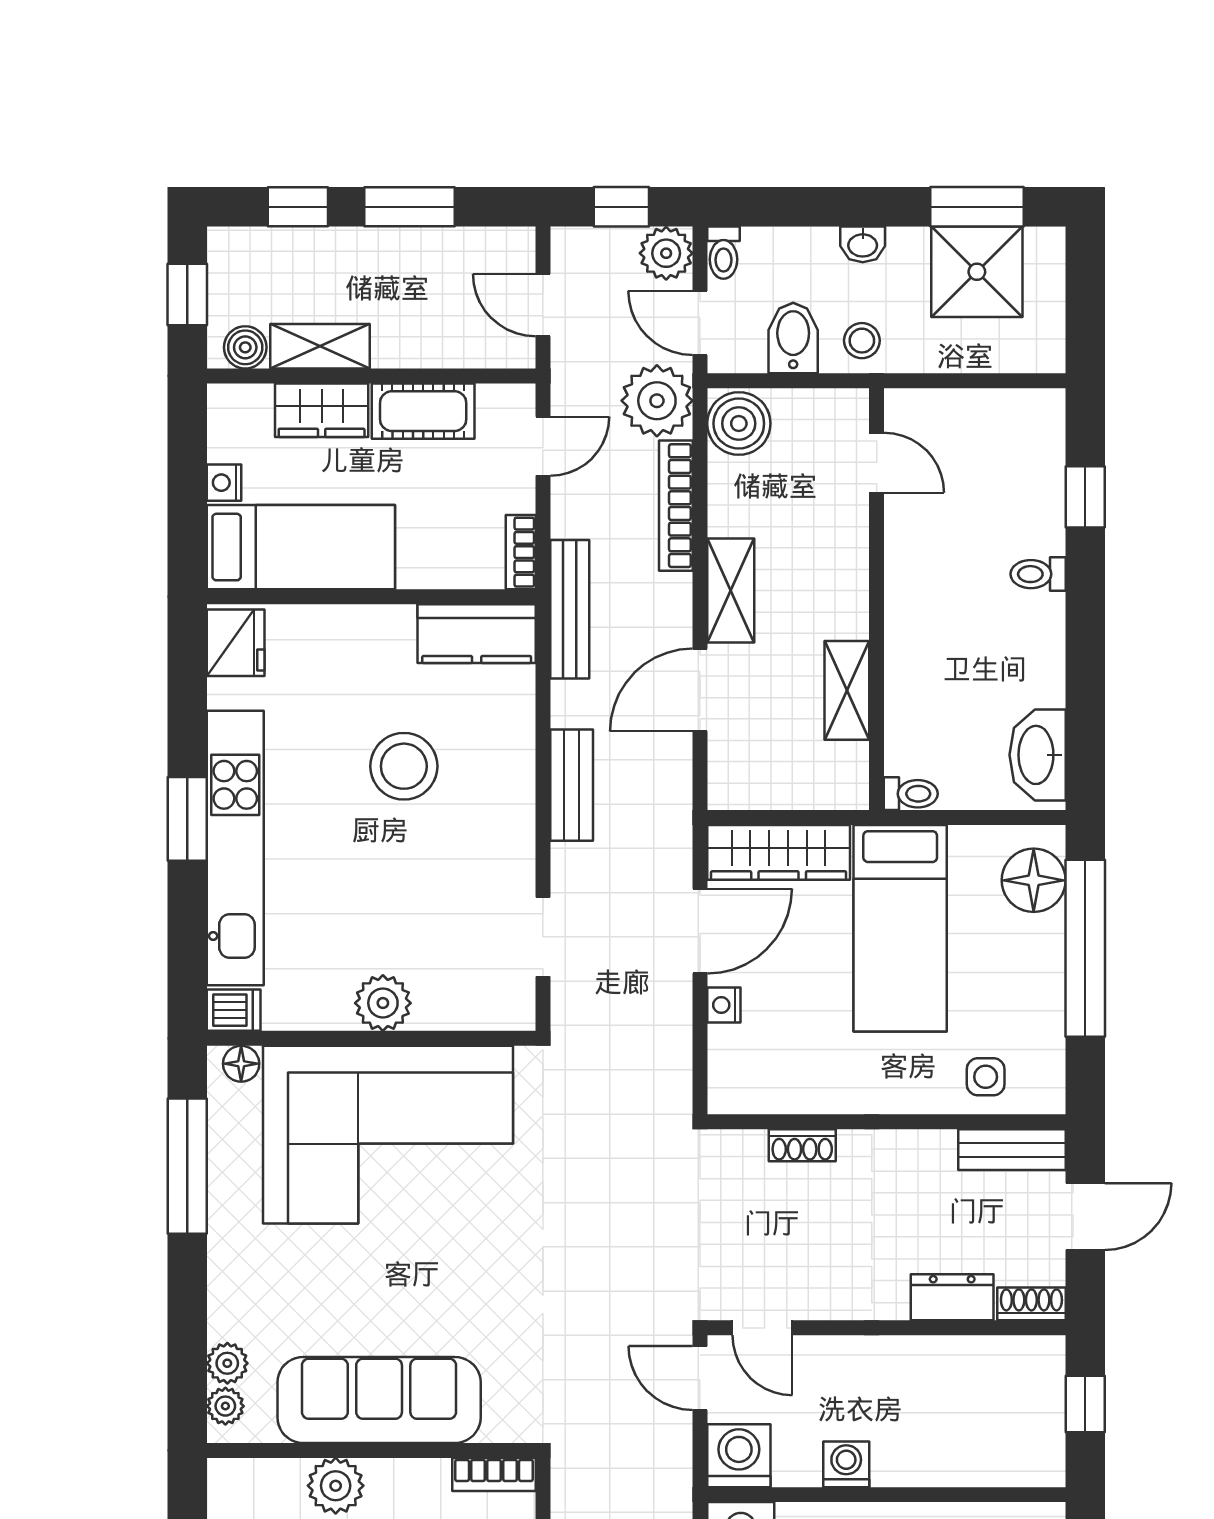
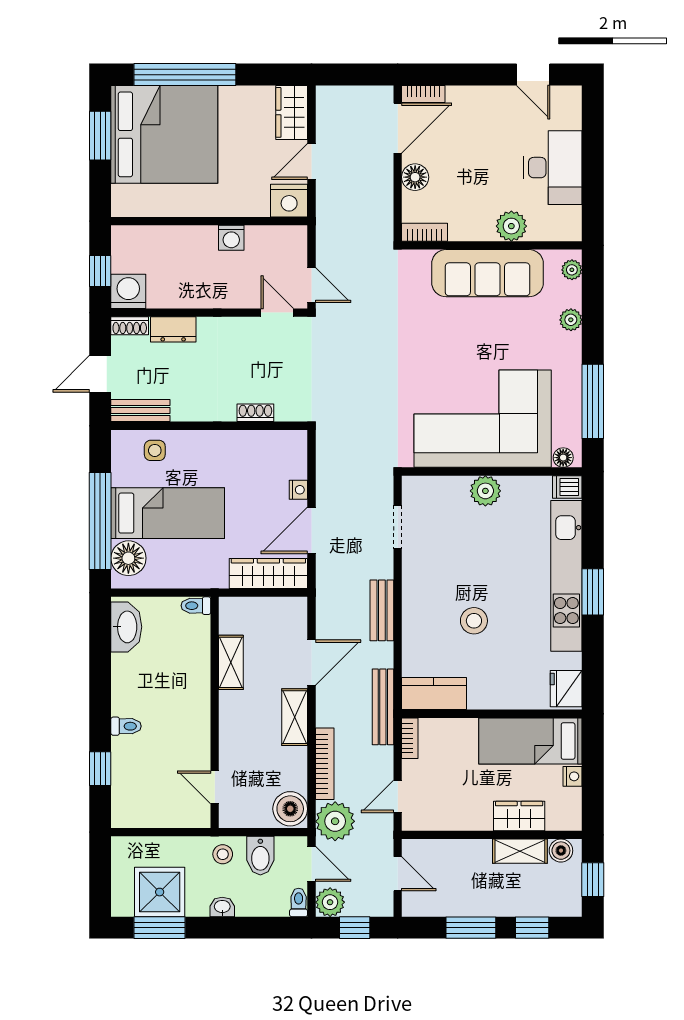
cot: (423, 411) -> (463, 816), removed
stool: (404, 766) -> (474, 621), width x0.73, depth x0.73
bed: (900, 928) -> (168, 513), moved, turned 90
plant: (227, 1363) -> (571, 320), moved
washing machine: (739, 1456) -> (128, 291), moved, turned 180

